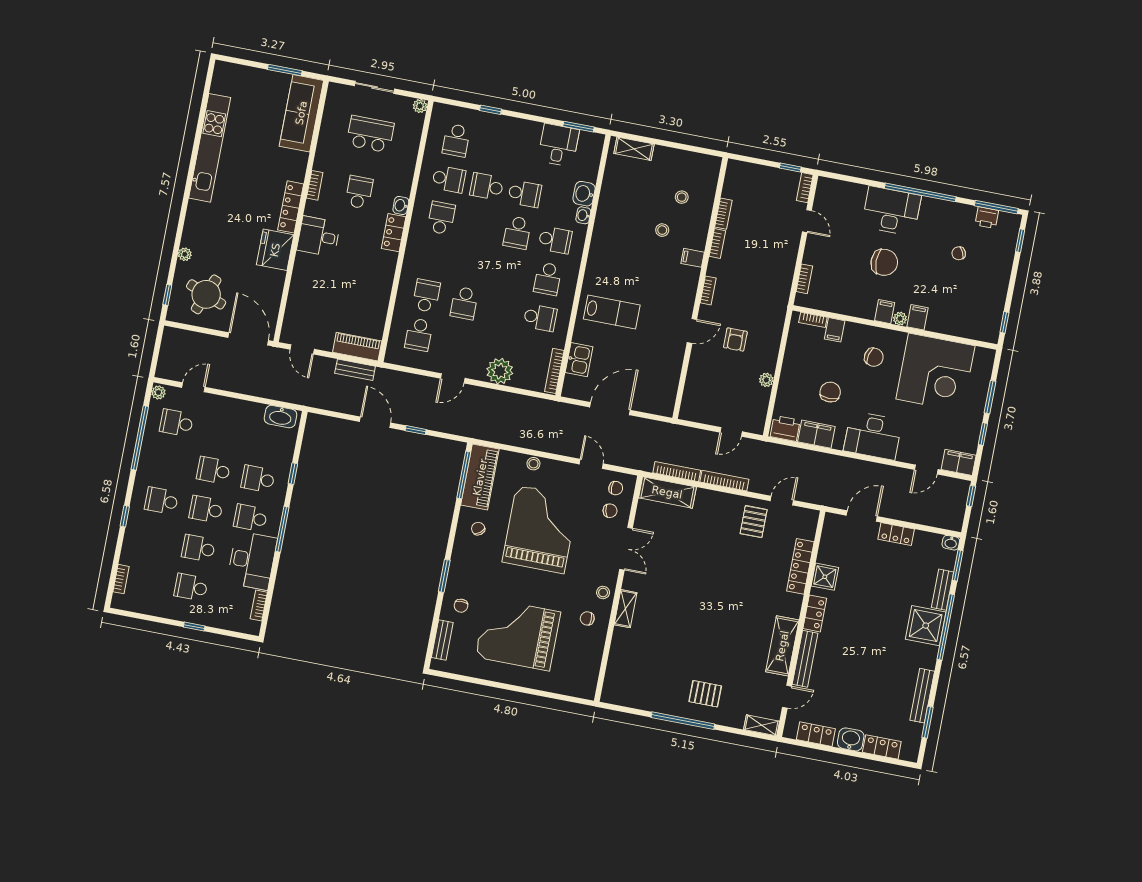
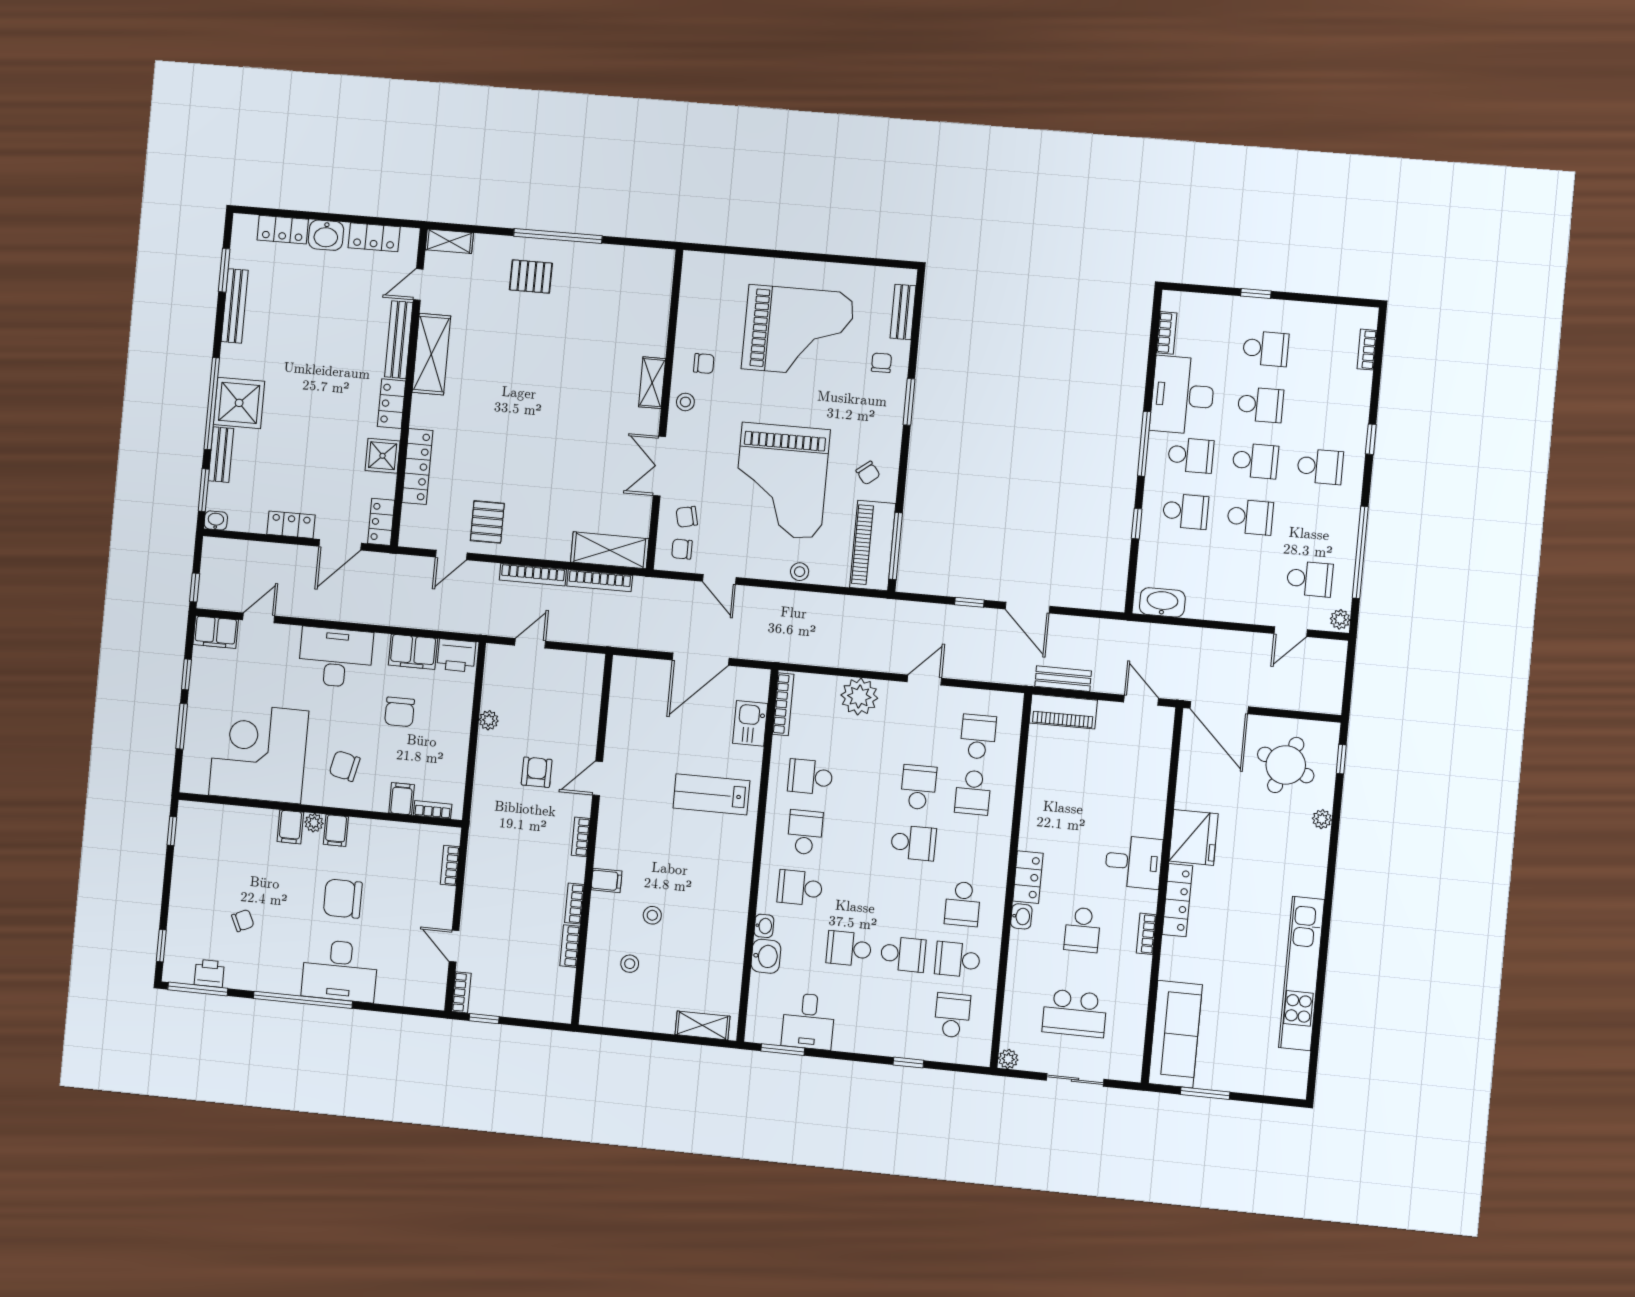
school desk: (517, 233) -> (913, 843), moved, turned 90
locker: (830, 529) -> (381, 522), added

